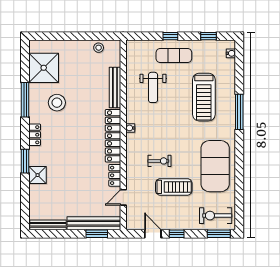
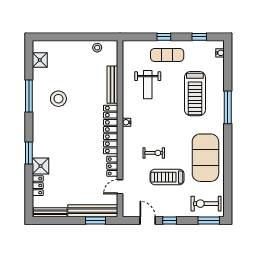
shower: (44, 68) -> (40, 60), width x0.54, depth x0.54
locker: (35, 135) -> (38, 186), moved
treadmill: (174, 187) -> (167, 177), turned 180

